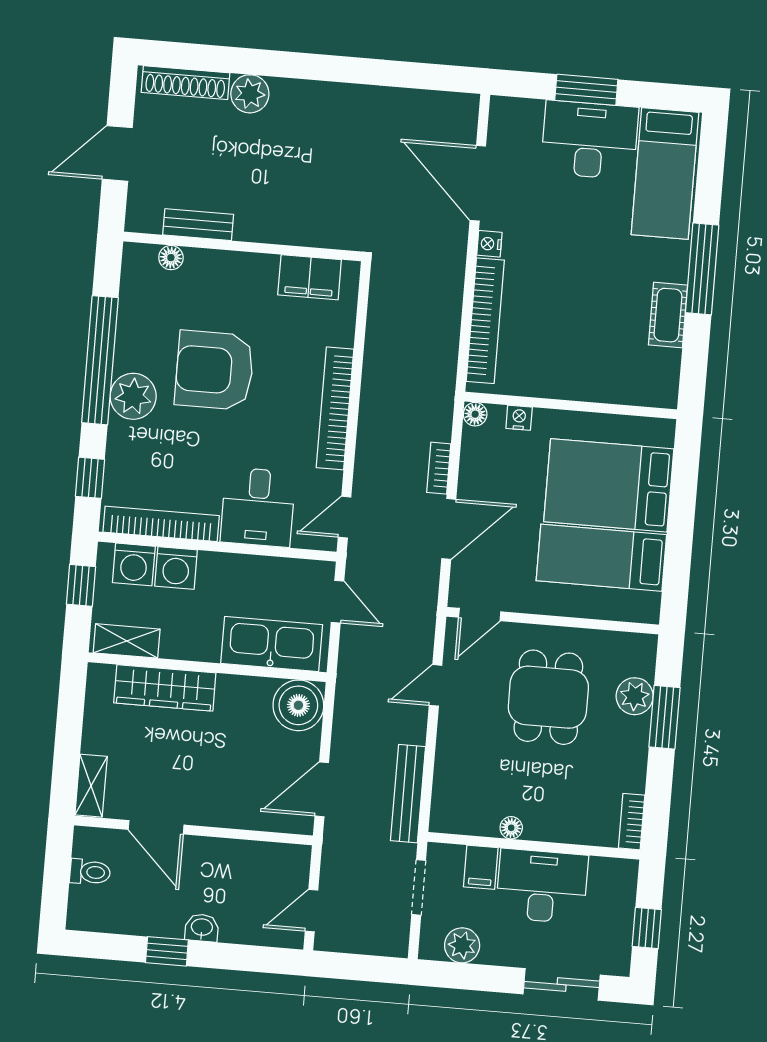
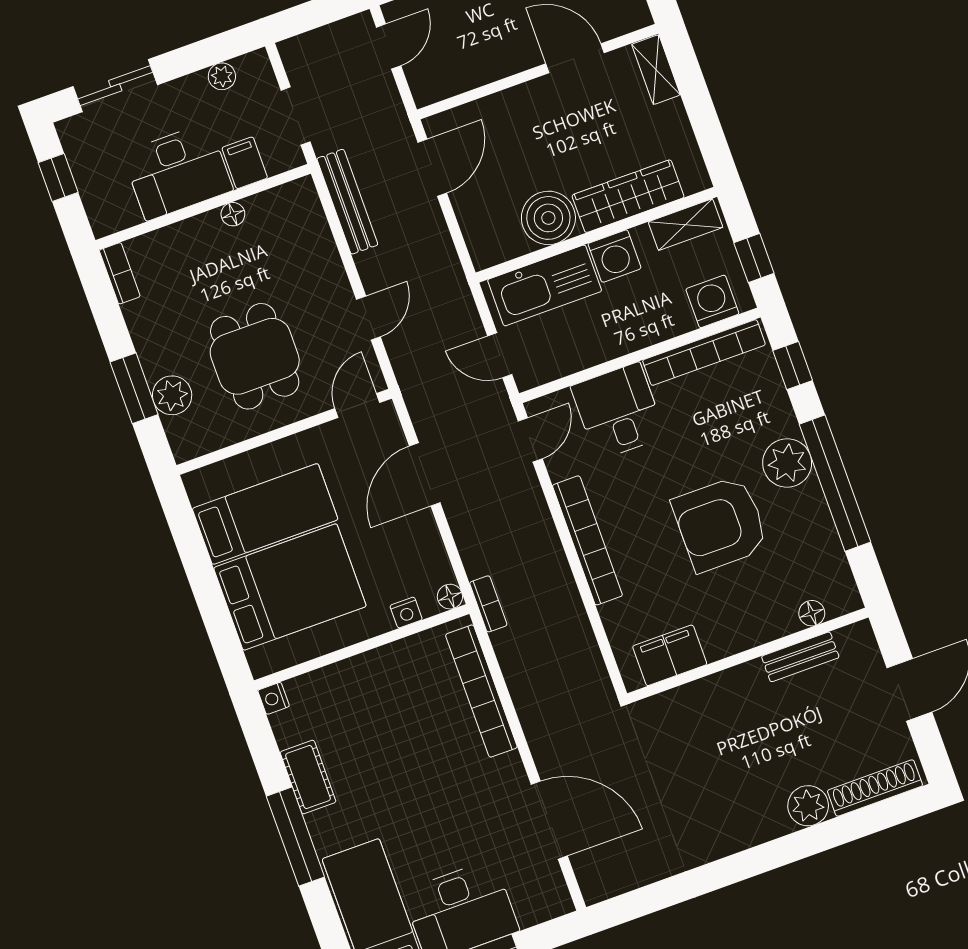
nightstand: (489, 244) -> (274, 698), moved, turned 180
armchair: (214, 370) -> (720, 524), turned 180
bookcase: (439, 468) -> (488, 604), moved
washing machine: (176, 568) -> (615, 256), moved, turned 180
boiler: (298, 705) -> (548, 218), moved
plant: (462, 945) -> (222, 76), width x0.73, depth x0.73

